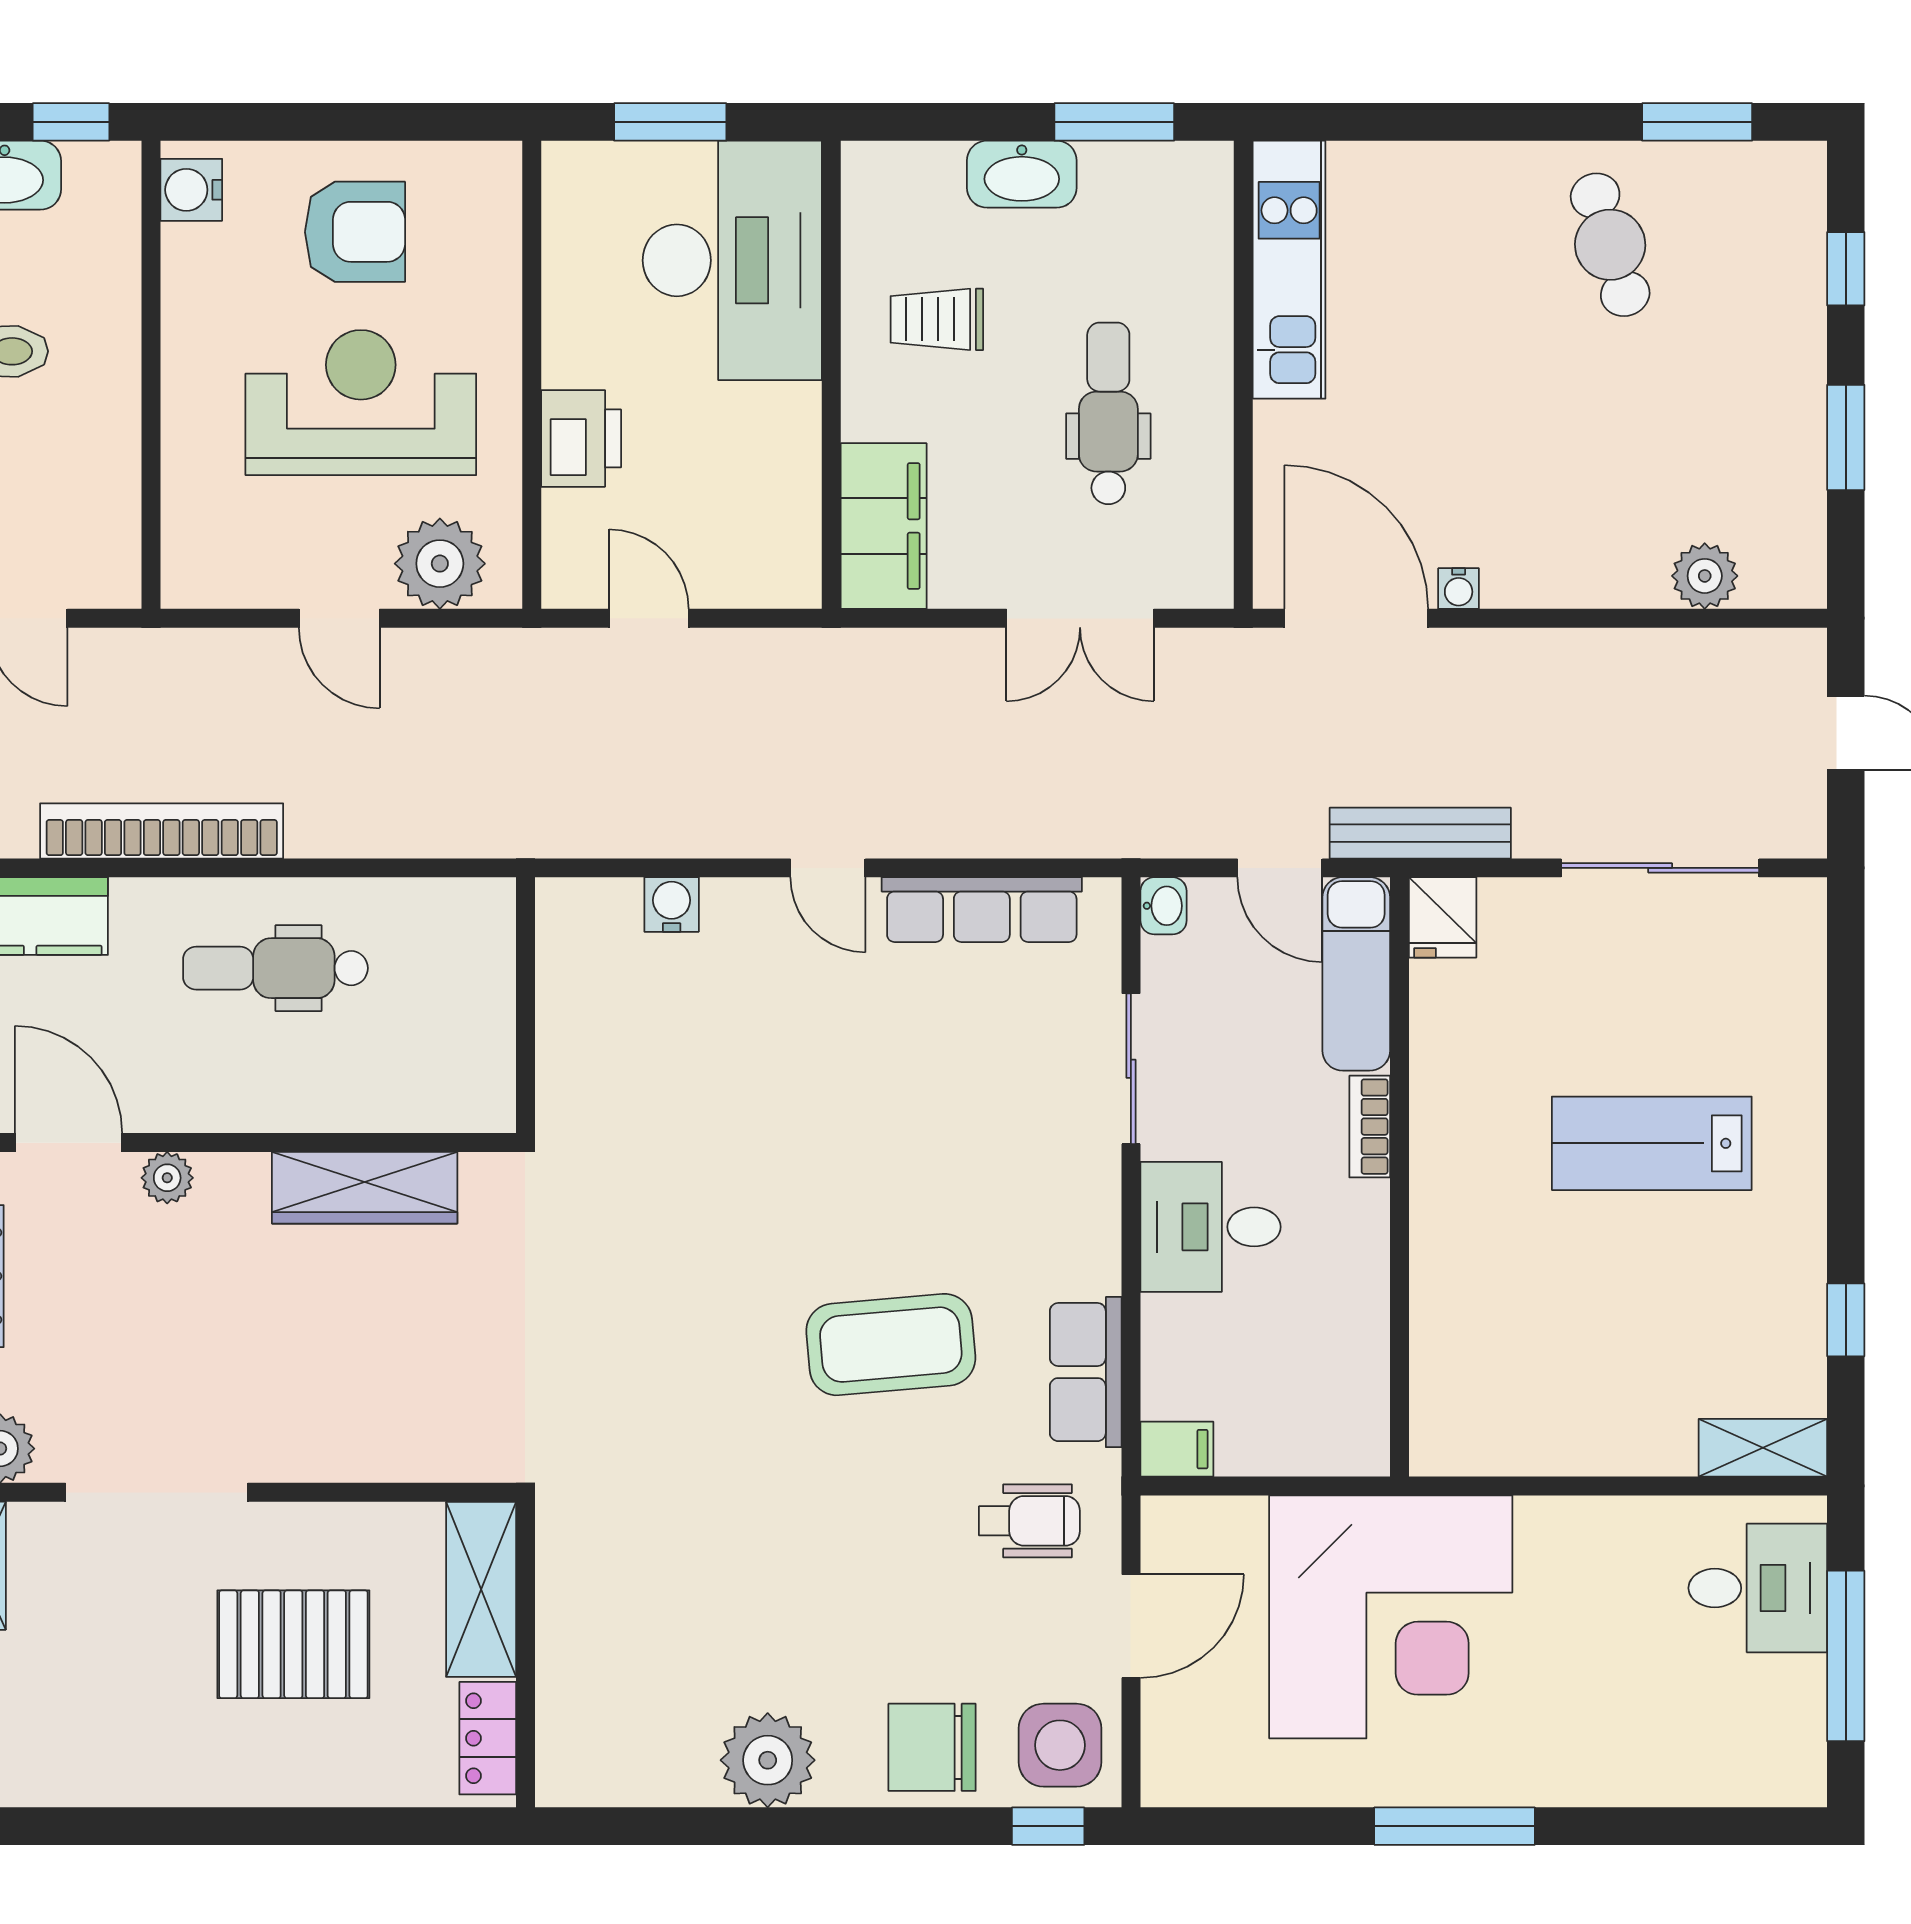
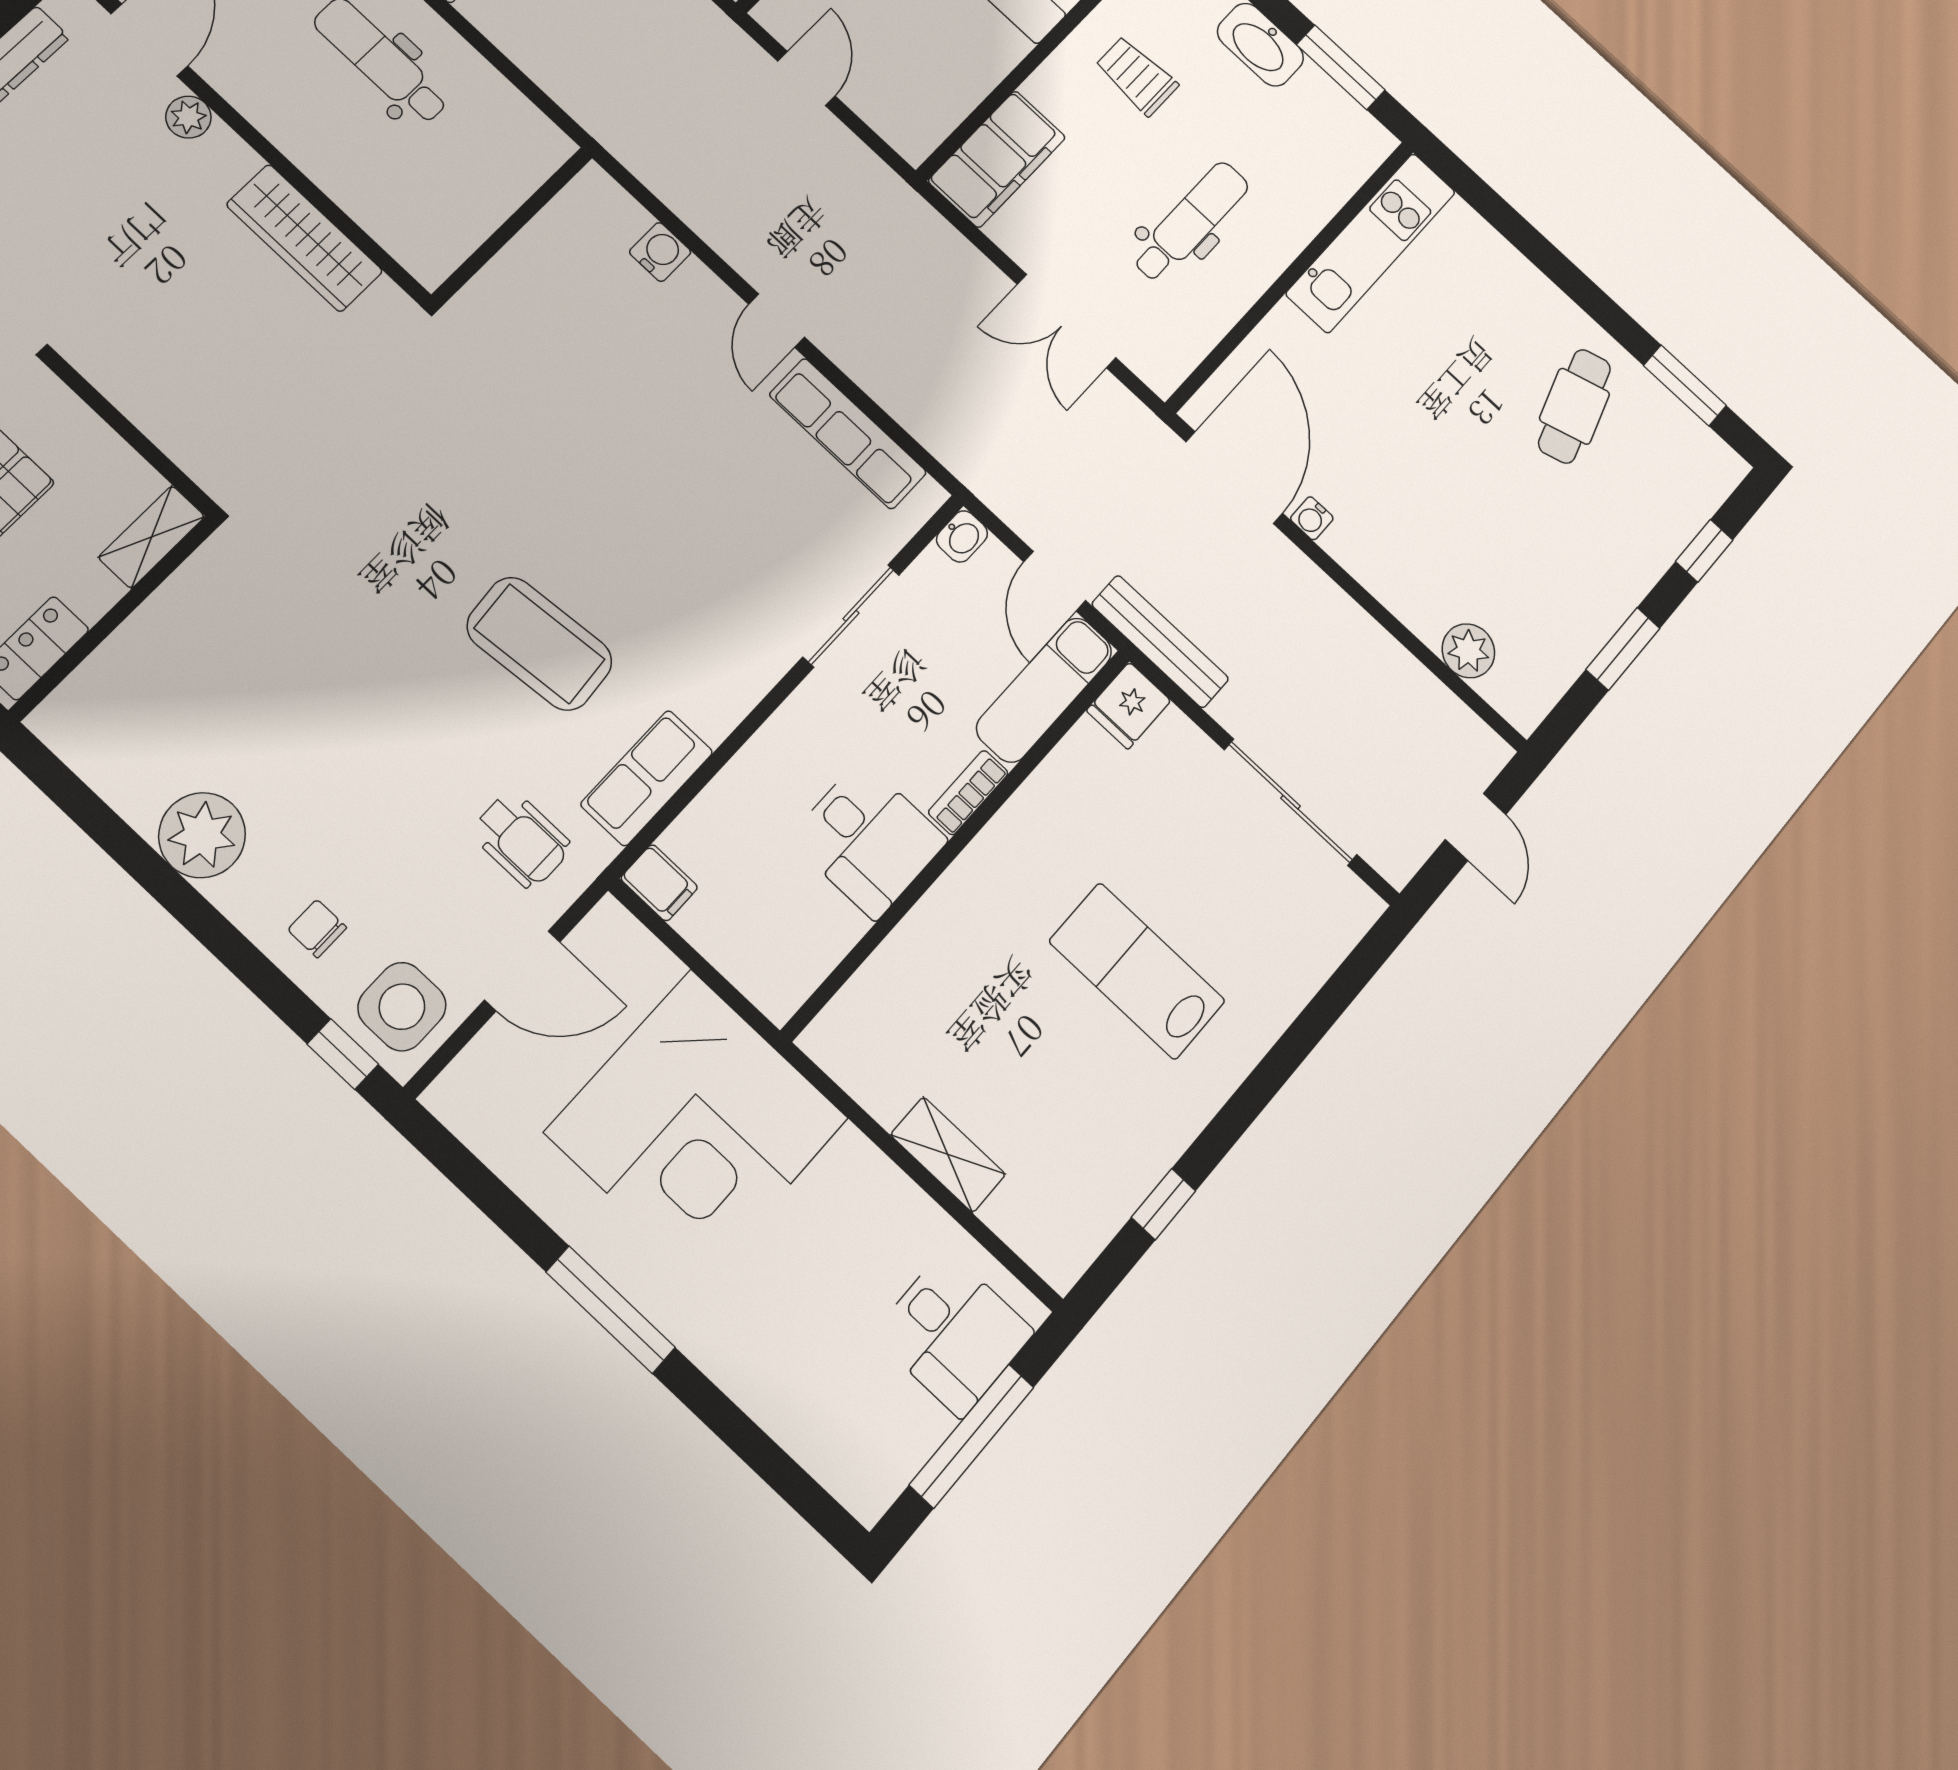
desk: (1211, 1227) -> (868, 839), moved, turned 180
shelving: (1763, 1448) -> (948, 1155), moved
shelving: (481, 1589) -> (152, 537), width x0.67, depth x0.75
chair: (932, 1747) -> (317, 929), width x0.54, depth x0.54

